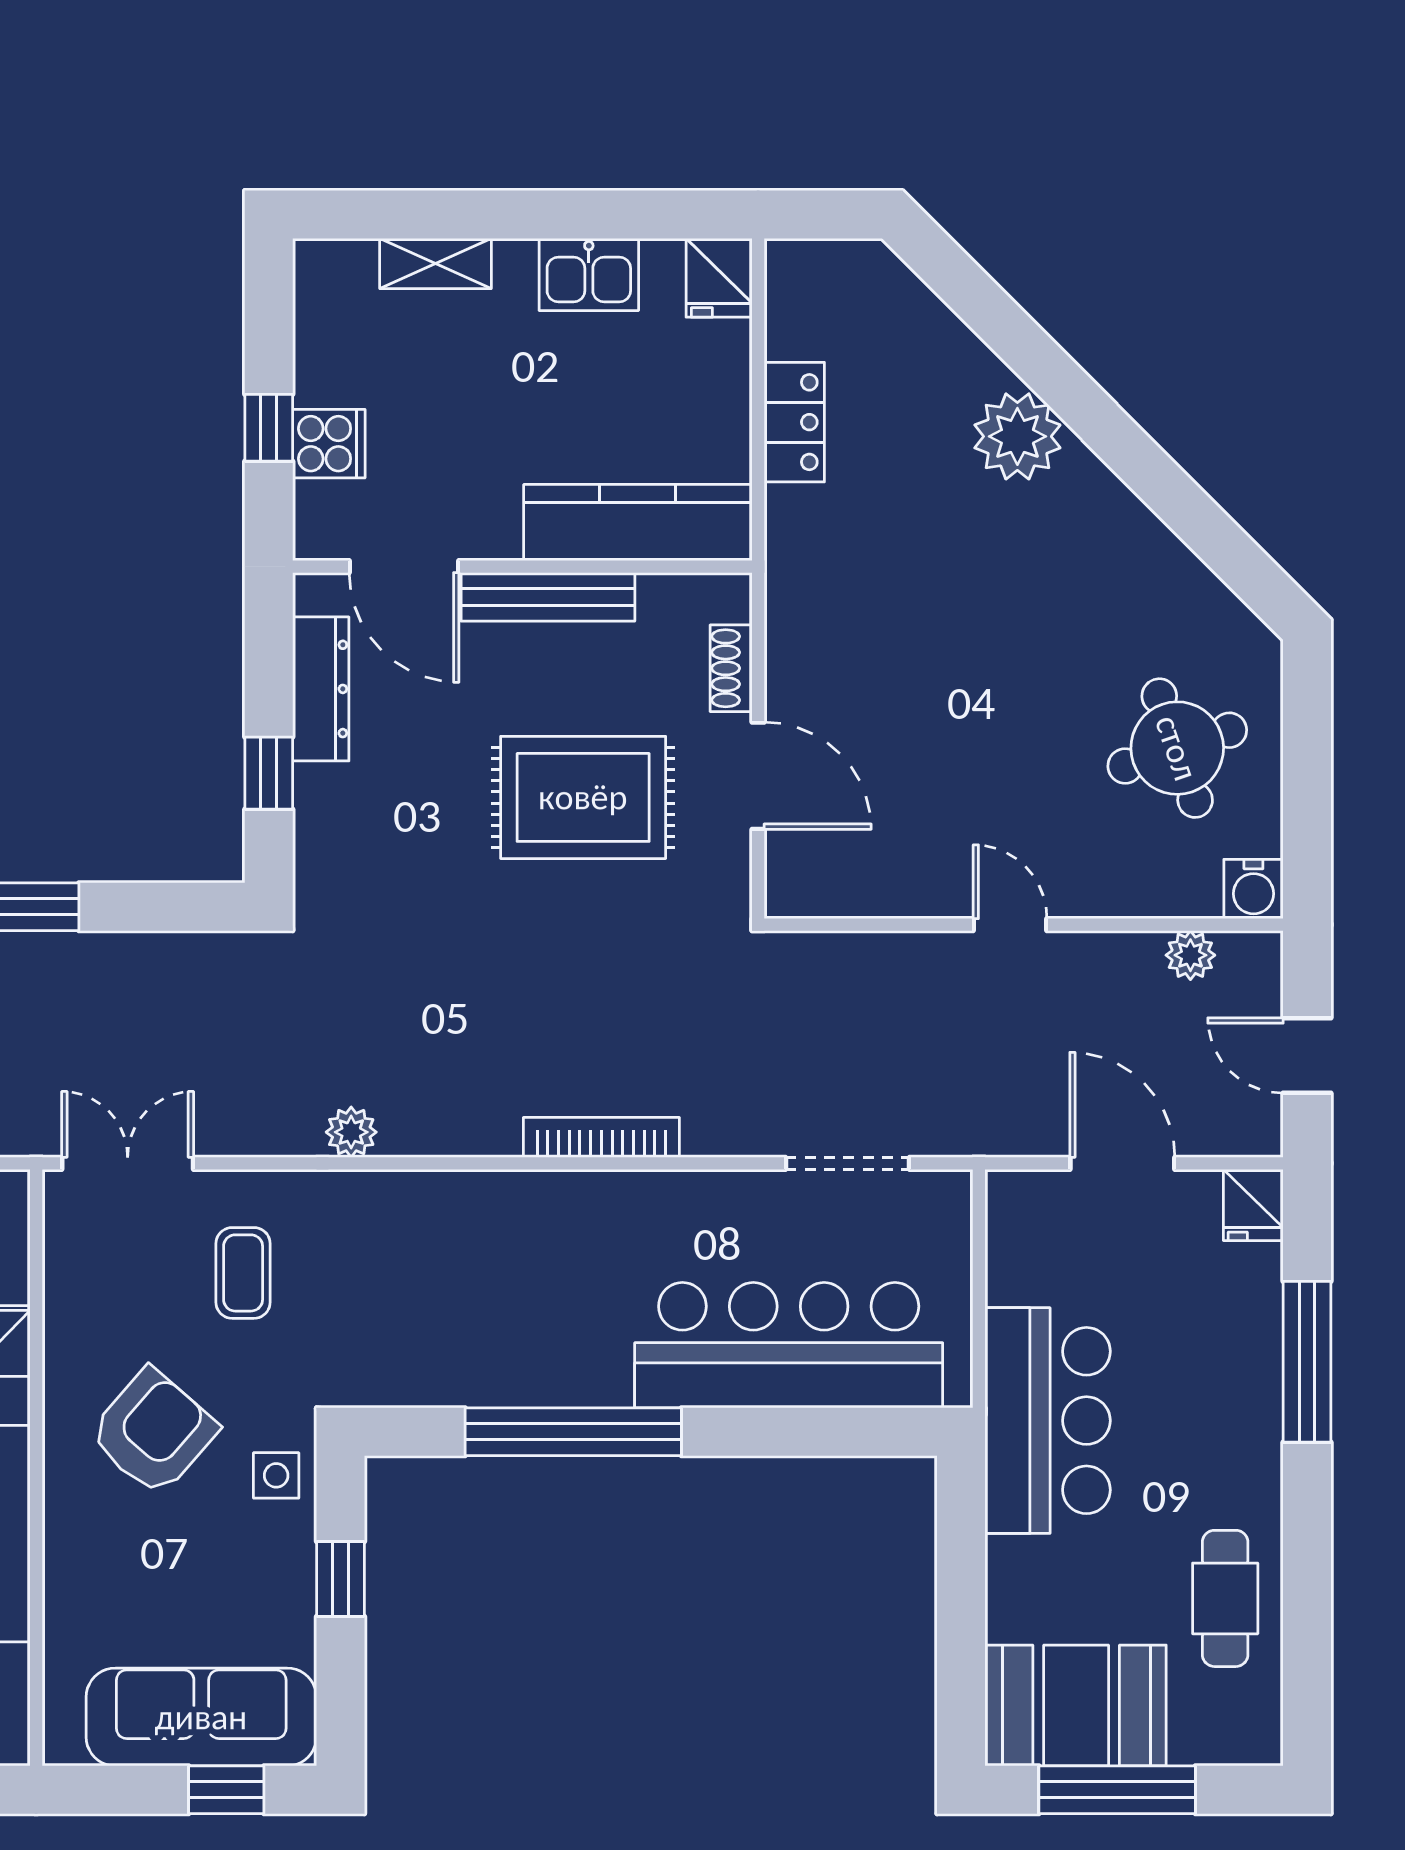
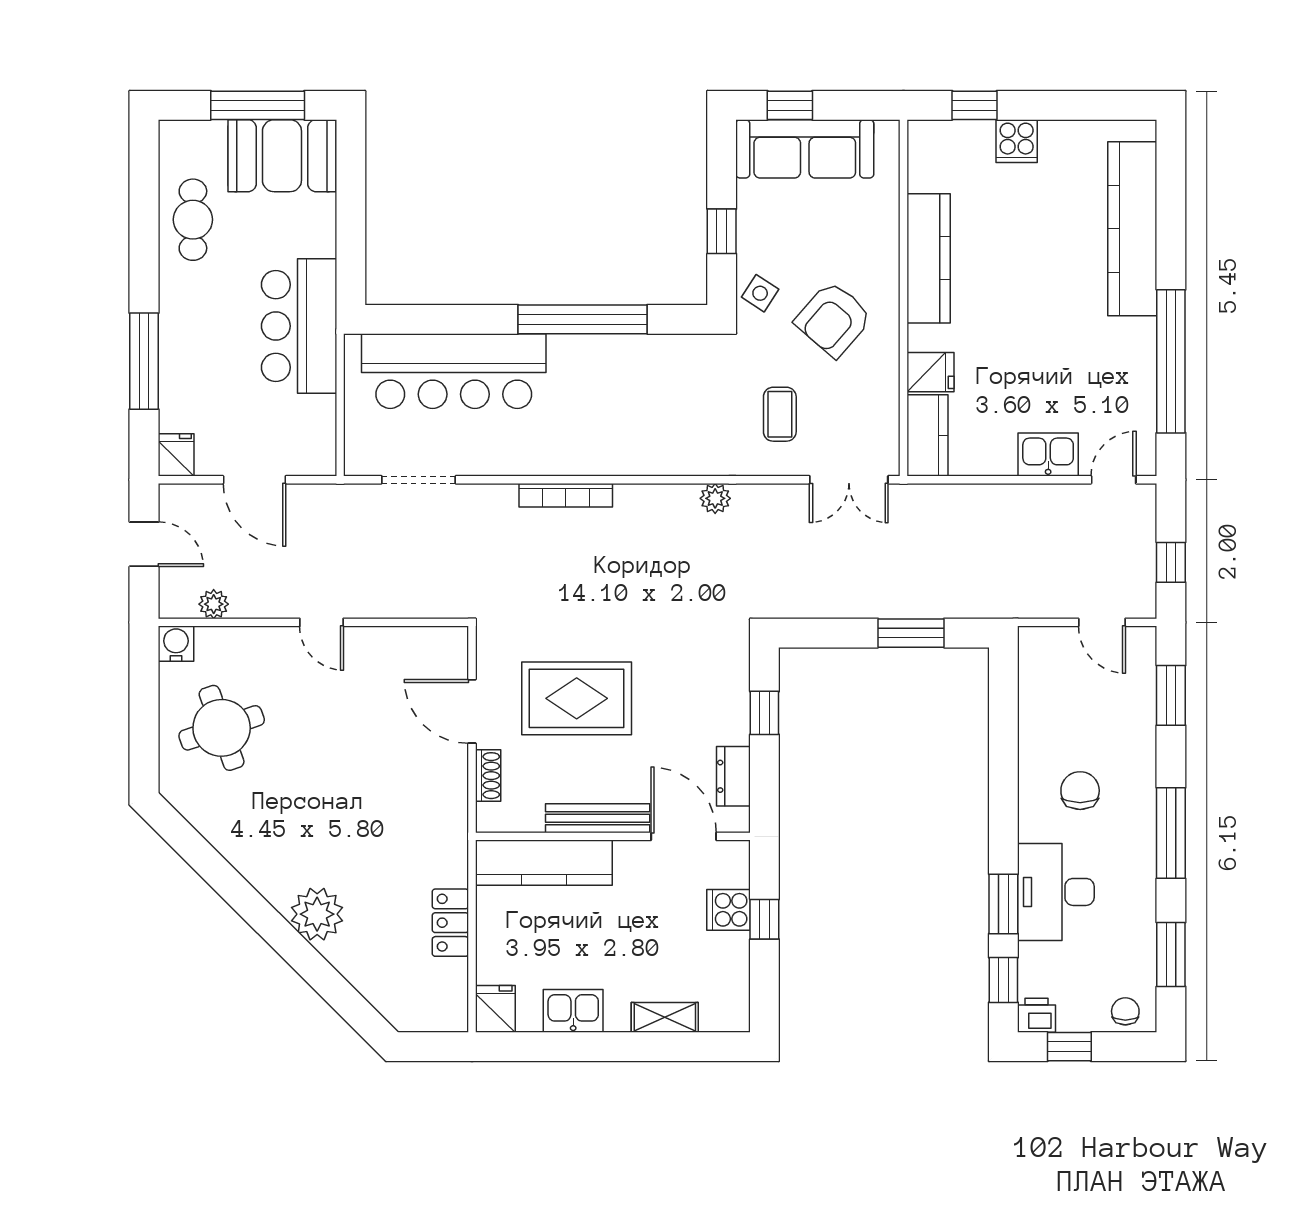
dresser: (321, 689) -> (733, 776), width x0.70
side table: (276, 1475) -> (760, 293), turned 33

